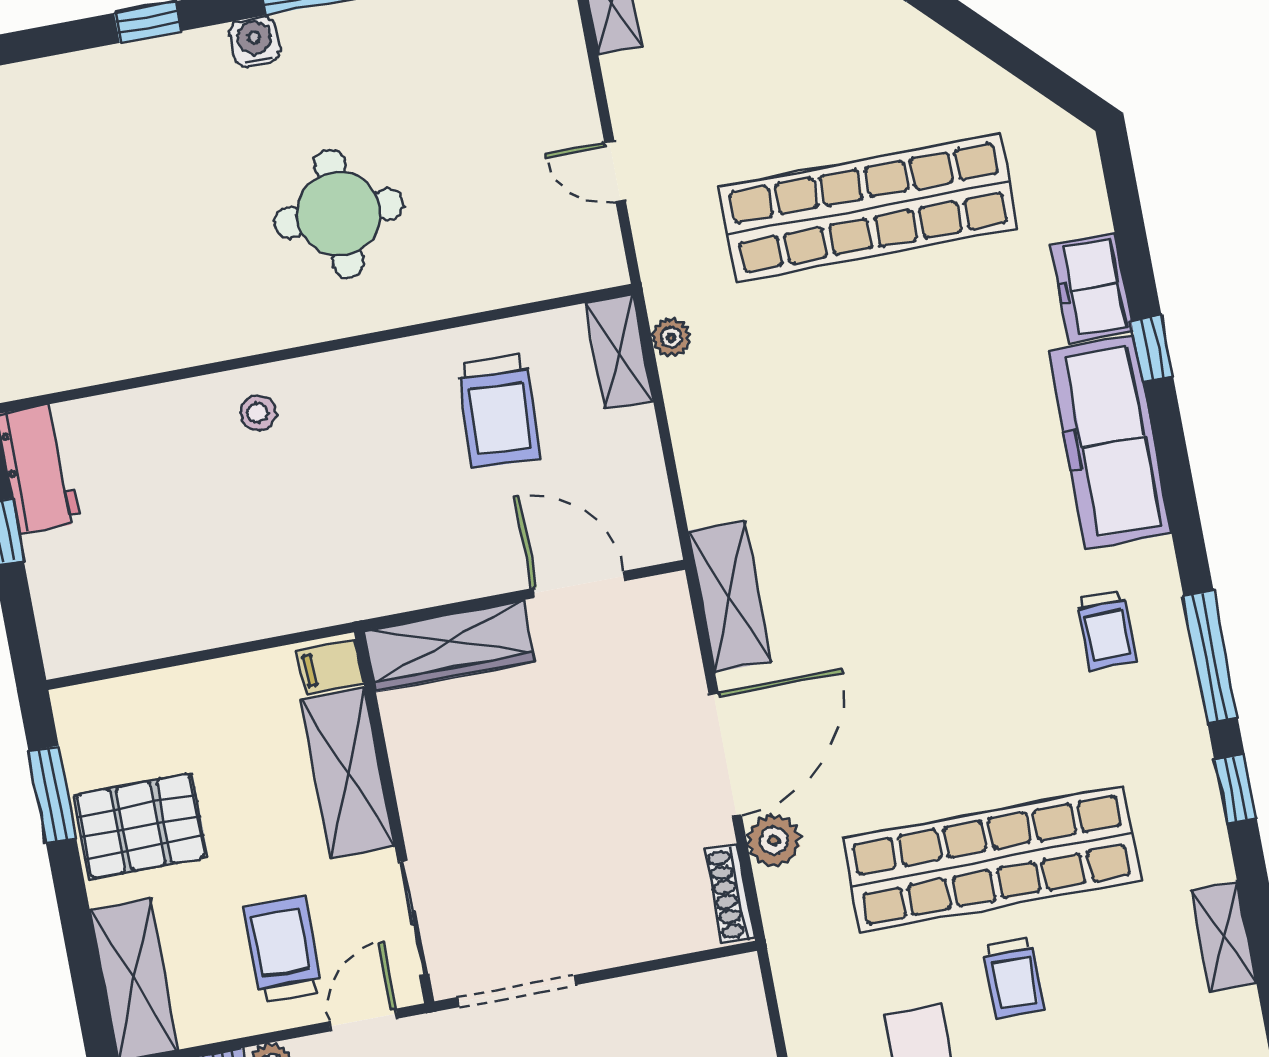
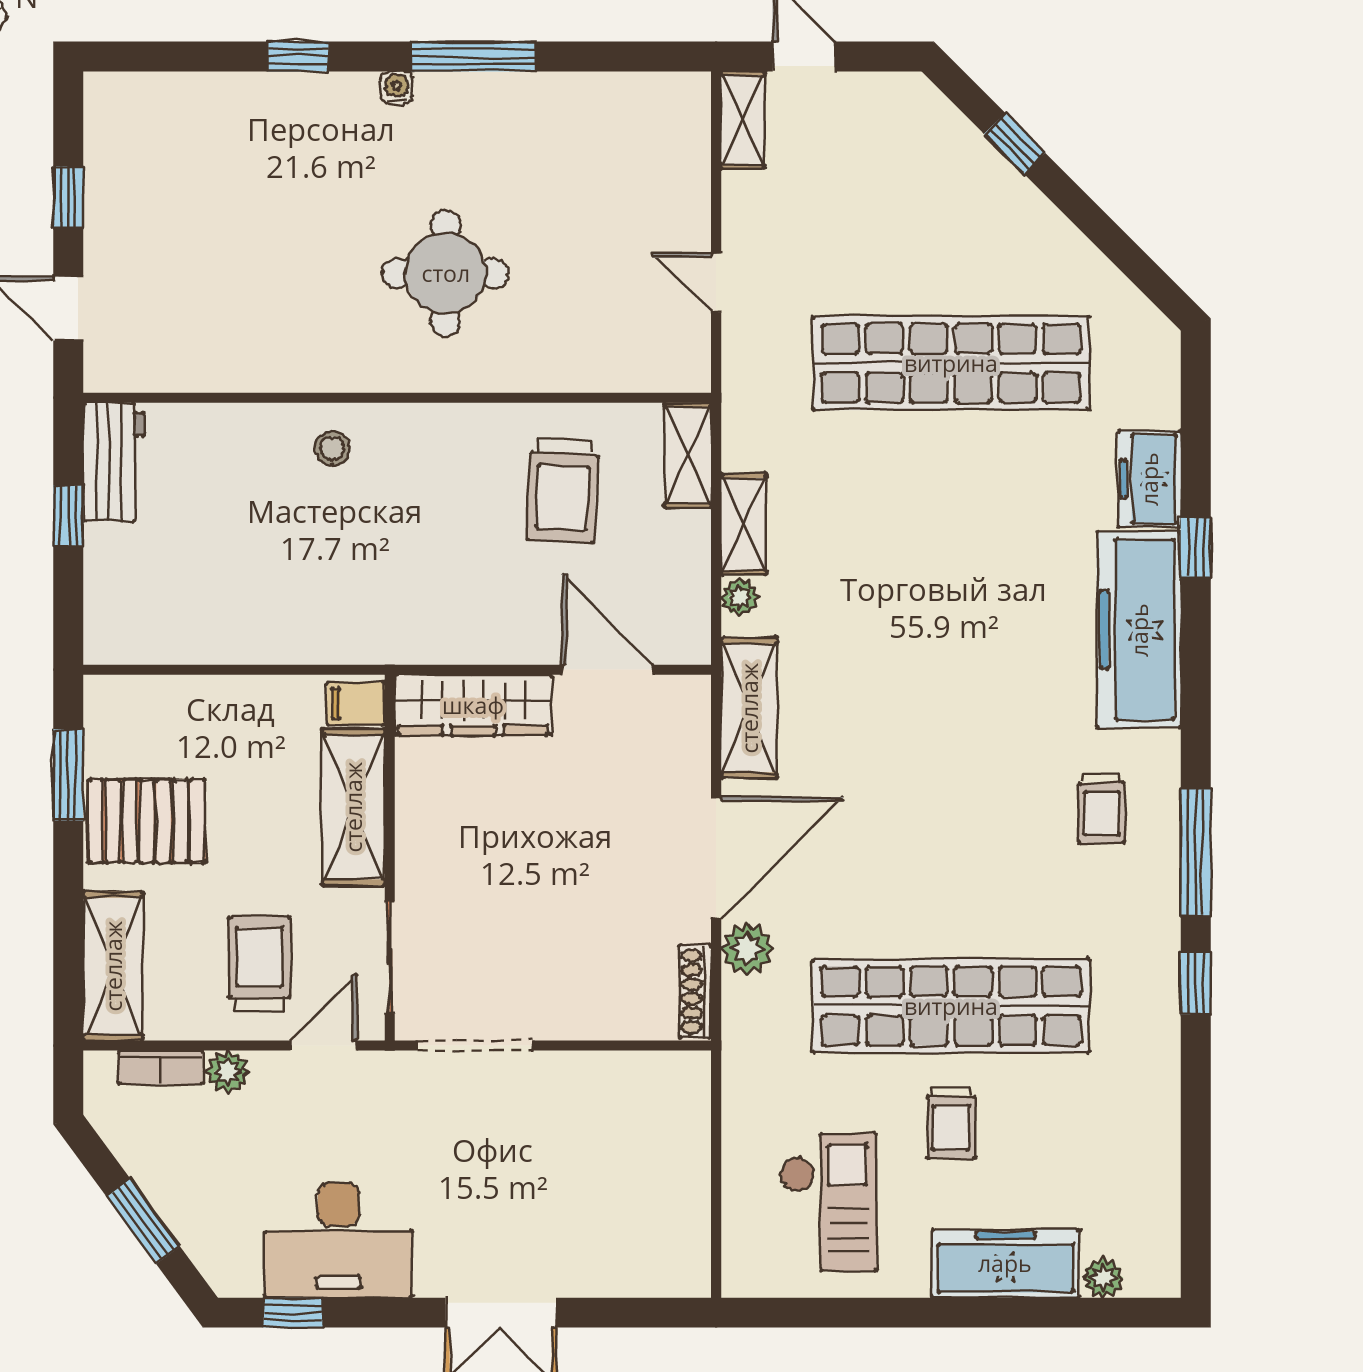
water cooler: (255, 41) -> (397, 88), width x0.72, depth x0.72
plant: (671, 338) -> (740, 597), moved
shelving: (1224, 936) -> (744, 524), moved

